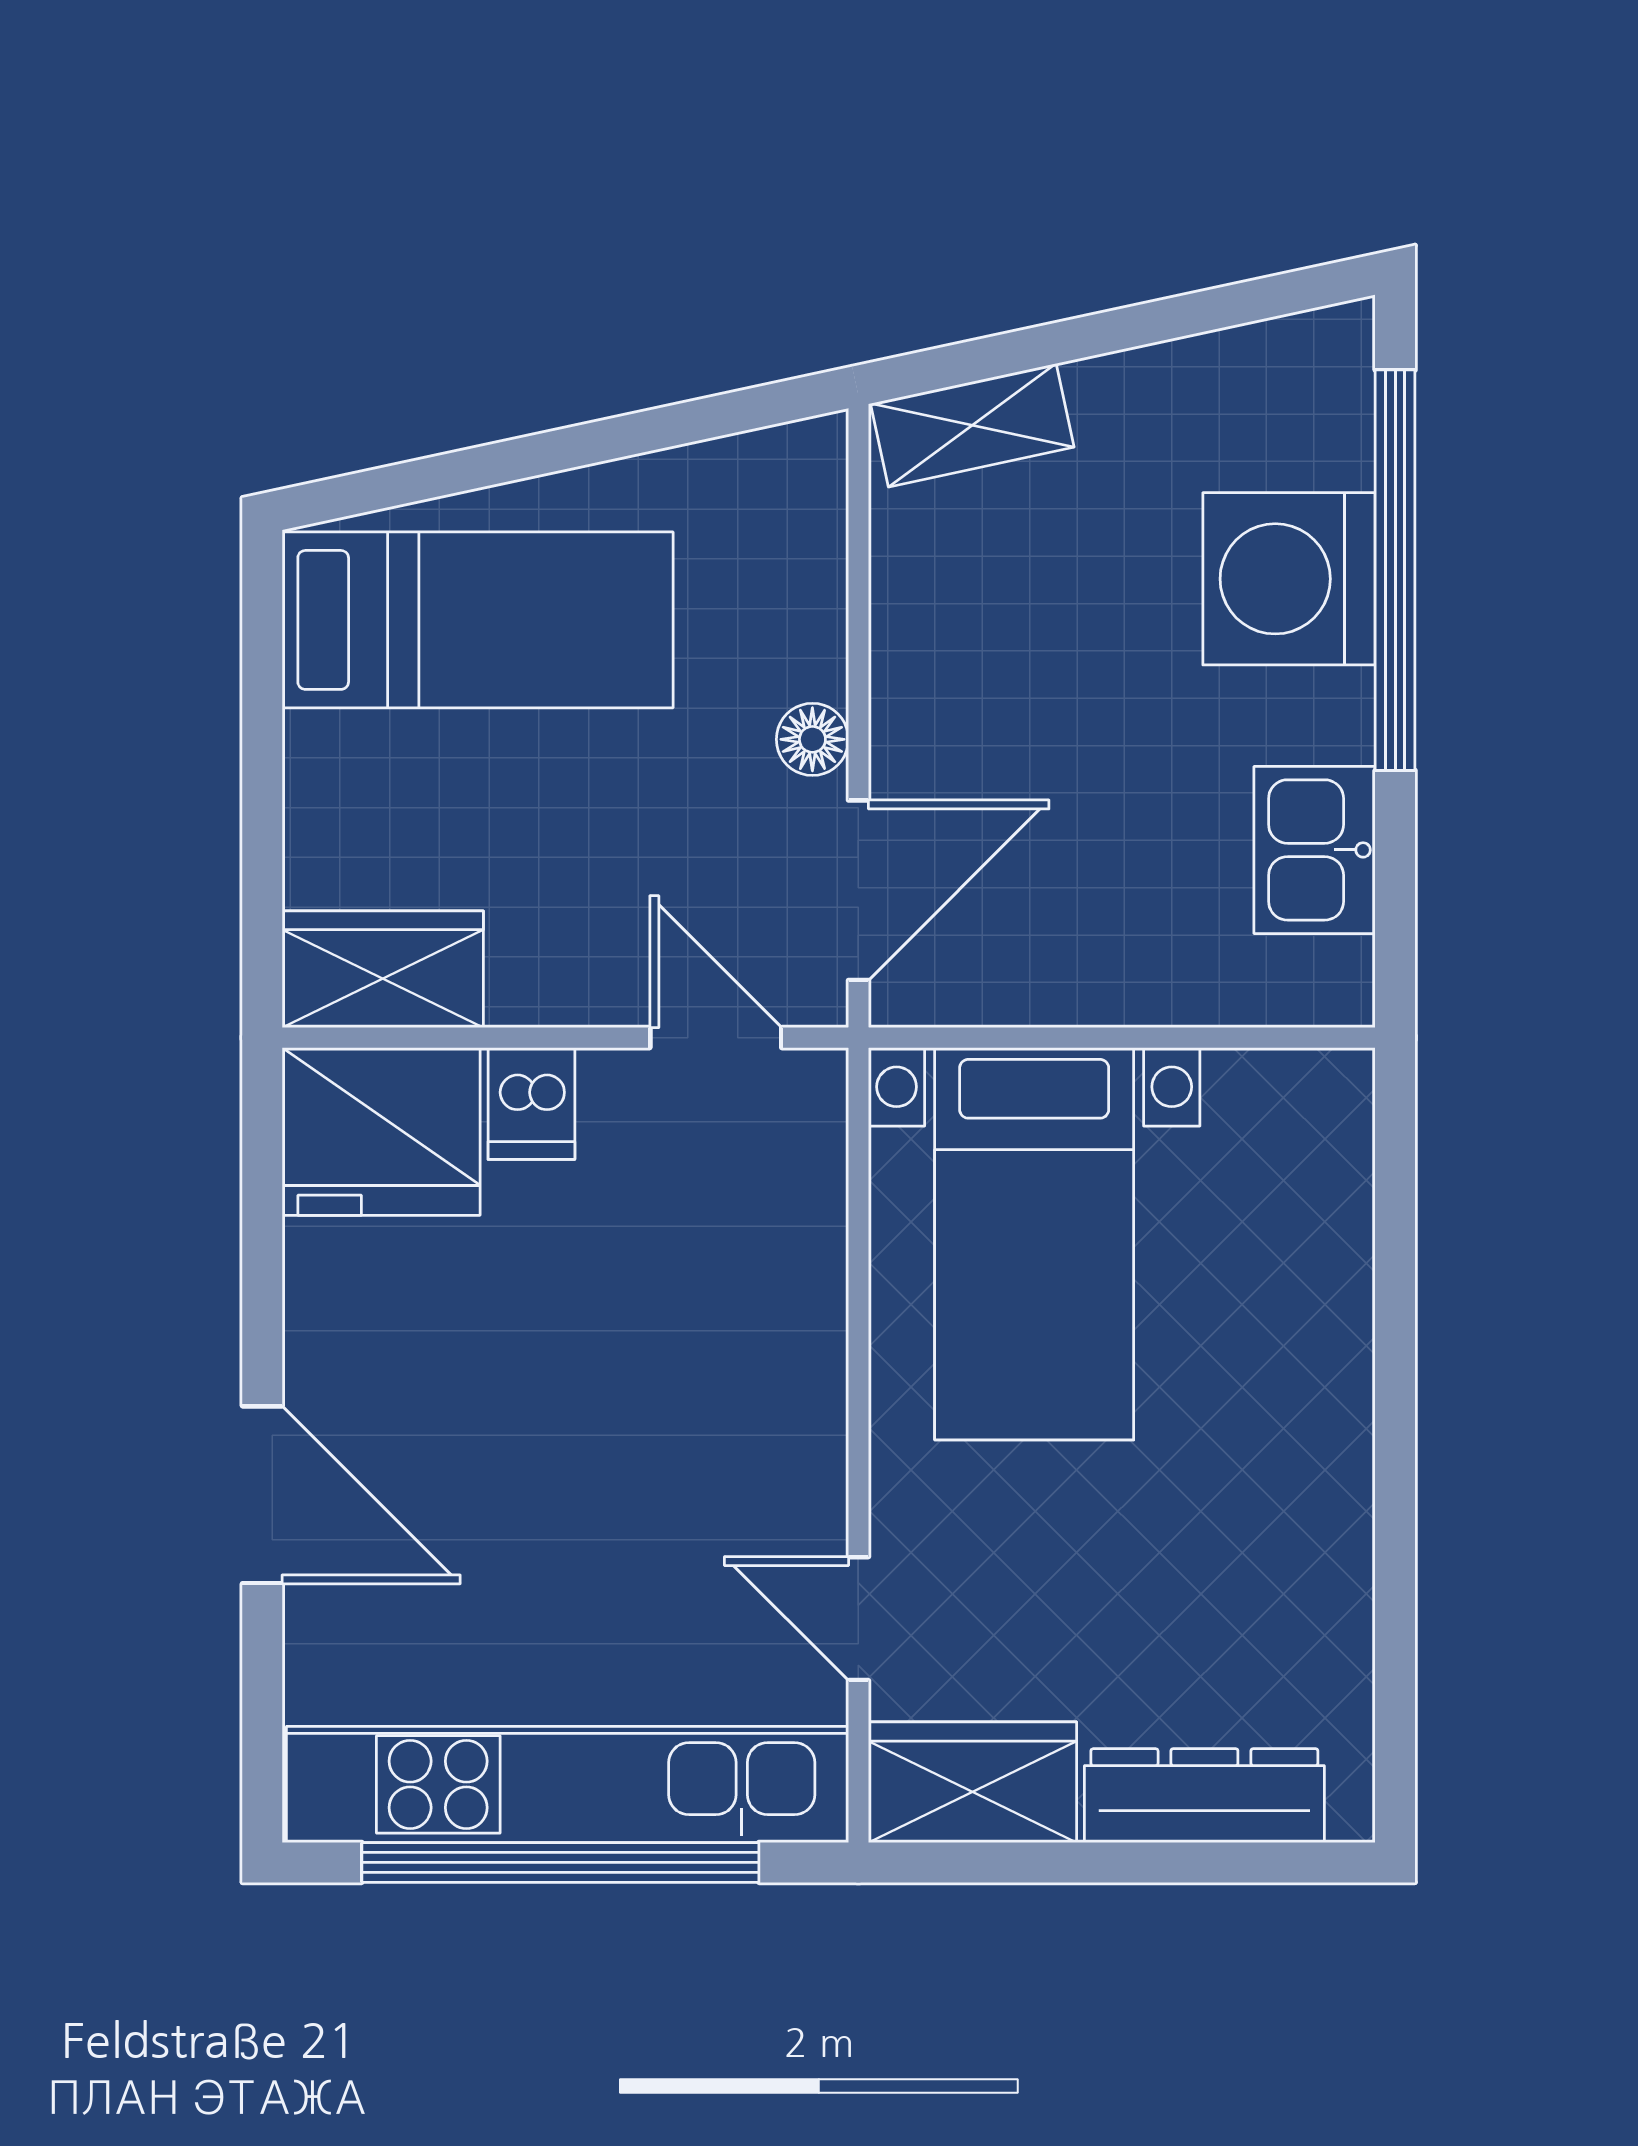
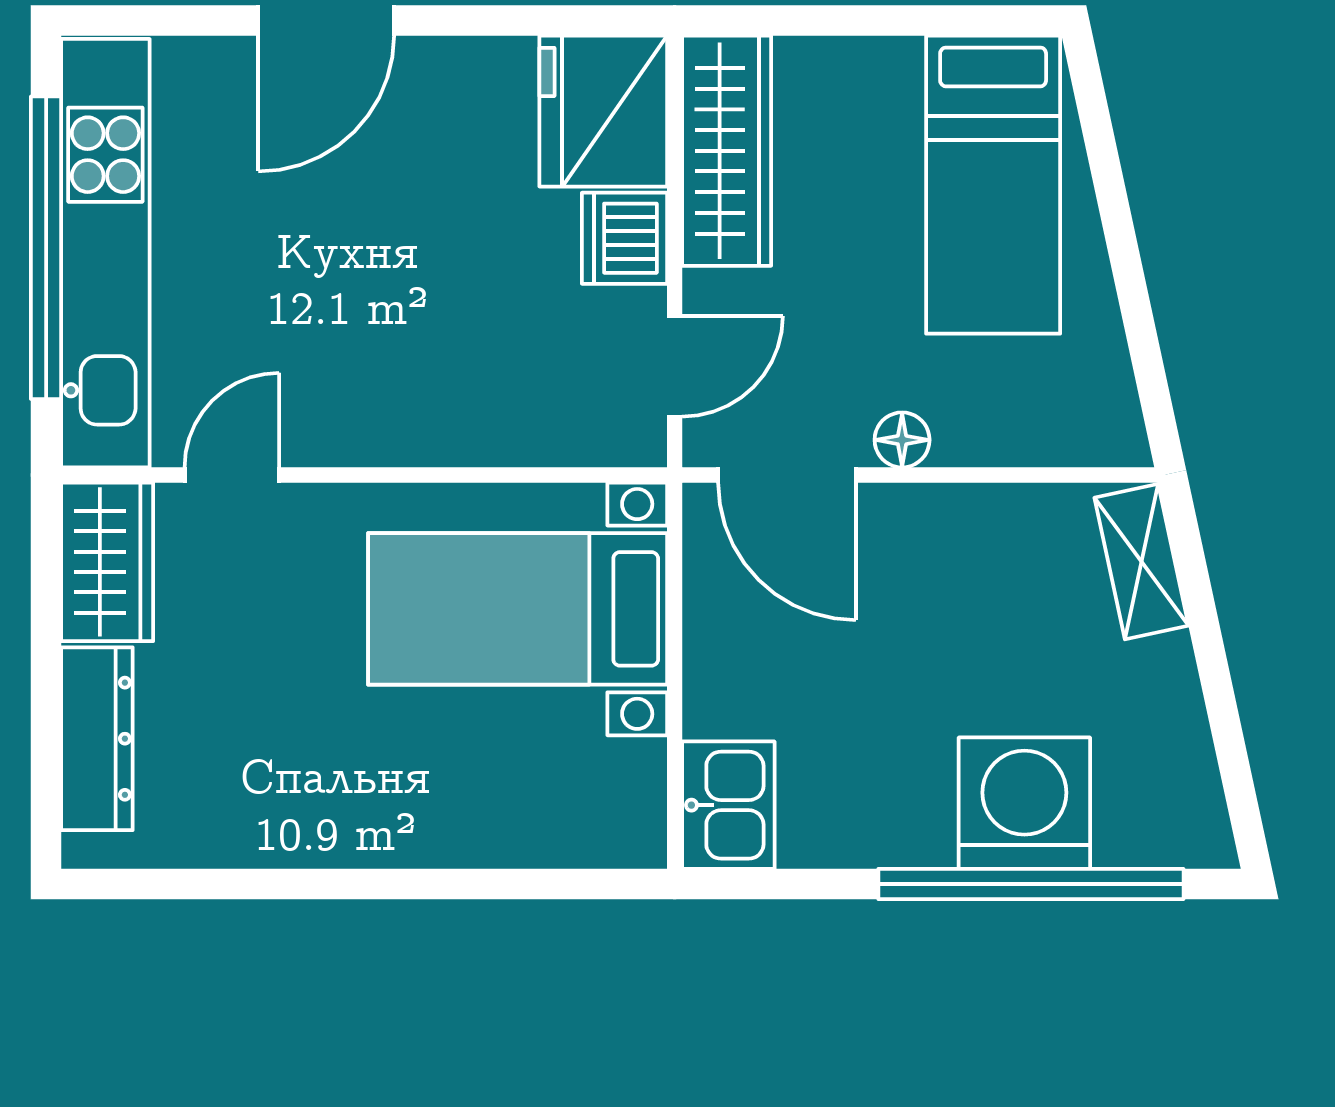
kitchen sink: (1315, 850) -> (728, 805), moved, turned 90
wardrobe: (383, 969) -> (727, 151), width x1.50
dishwasher: (531, 1103) -> (624, 238), width x1.38

